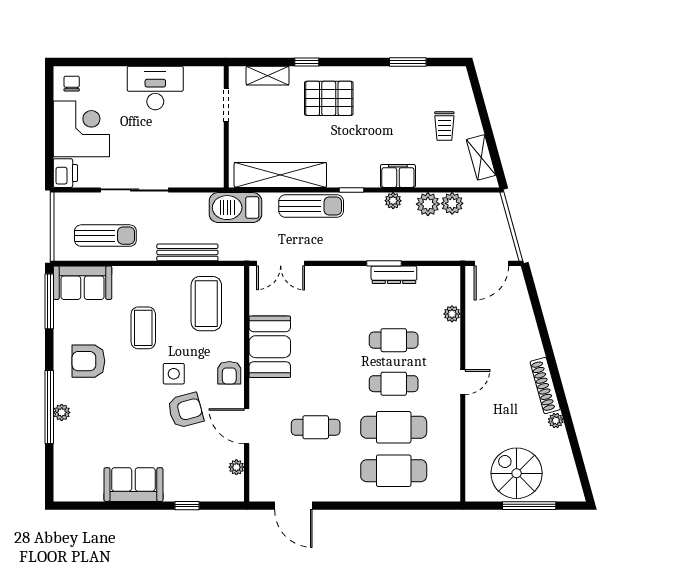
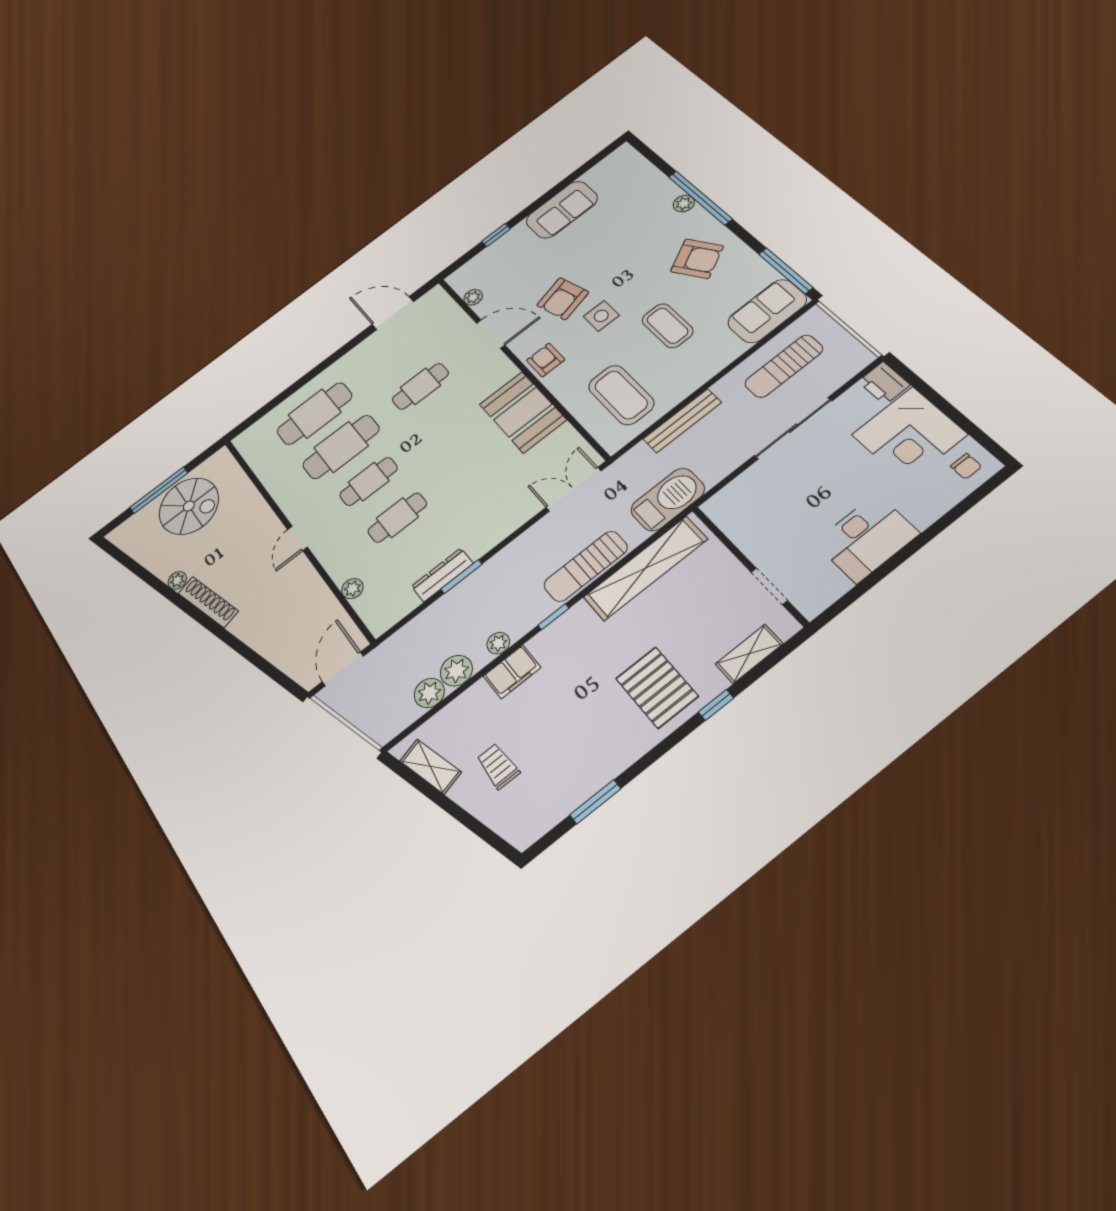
pallet: (329, 98) -> (657, 687), turned 90
armchair: (88, 361) -> (697, 259), turned 60

